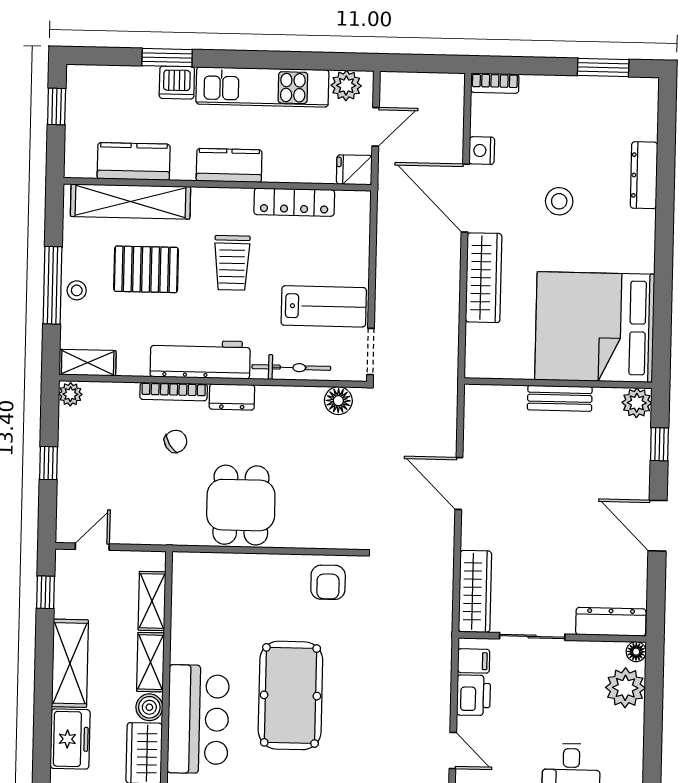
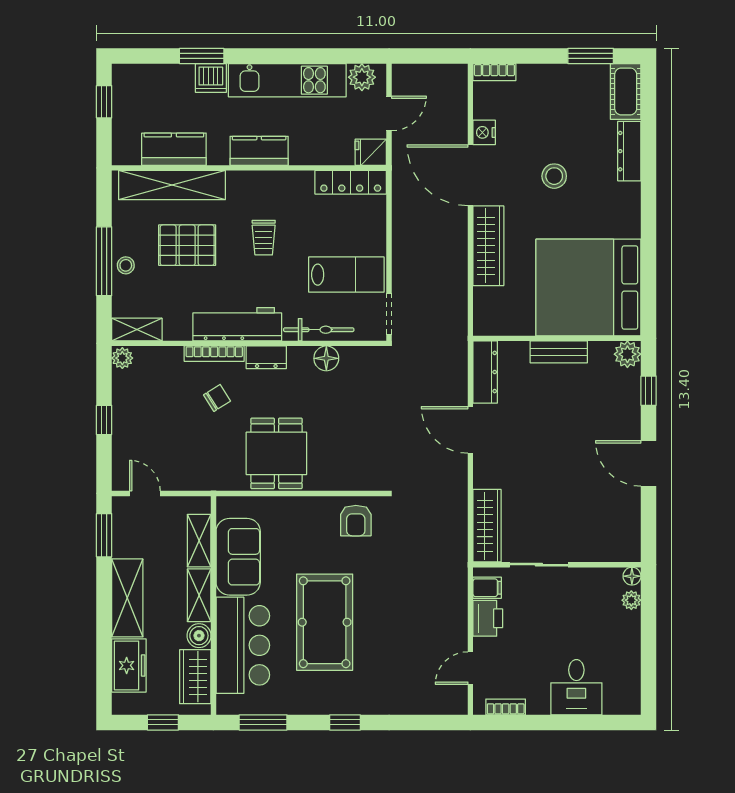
cot: (641, 108) -> (626, 91), added
locker: (294, 202) -> (351, 182), moved
trolley: (232, 263) -> (264, 238), width x0.73, depth x0.72
floor lamp: (338, 401) -> (326, 358), moved
door: (92, 547) -> (145, 493), hinge flipped
window: (46, 592) -> (104, 535), width x1.50
sofa: (195, 620) -> (238, 557), added
dresser: (611, 622) -> (485, 372), moved, turned 90
plant: (625, 688) -> (631, 600), width x0.53, depth x0.53
door: (453, 751) -> (470, 668), swing flipped

